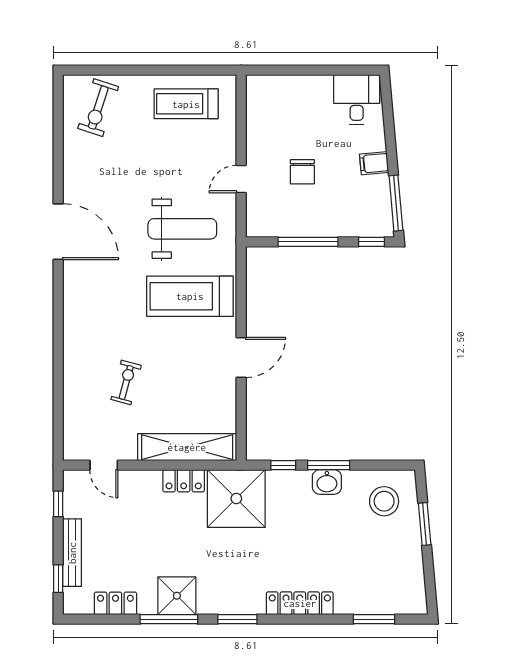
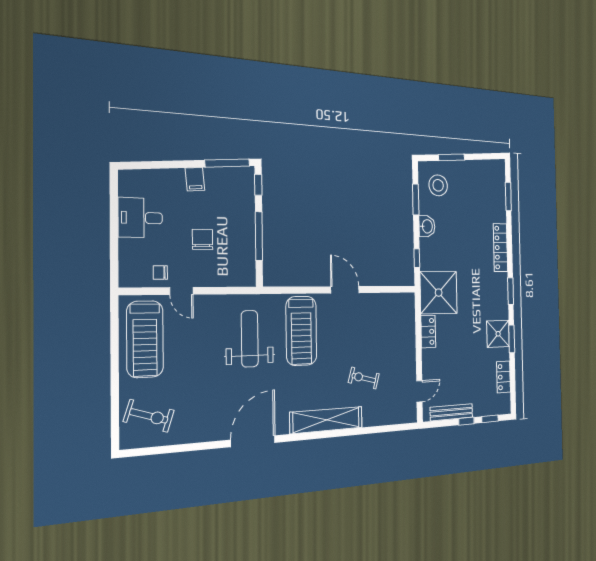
desk: (357, 99) -> (140, 218), moved
treadmill: (186, 104) -> (145, 339), width x1.37, depth x1.38
chair: (263, 122) -> (160, 273), added
chair: (302, 172) -> (203, 239), turned -90
door: (241, 179) -> (181, 291), moved
shelving: (187, 447) -> (326, 420), moved, turned 90
window: (329, 465) -> (416, 199), moved
window: (58, 504) -> (466, 421), moved
bench: (72, 553) -> (451, 412), moved
window: (169, 619) -> (512, 339), width x0.69

